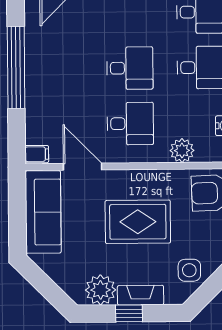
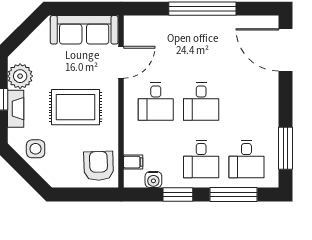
plant: (182, 150) -> (133, 144), removed
filing cabinet: (37, 154) -> (133, 162), moved, turned -90
rug: (138, 222) -> (76, 107), turned 90

